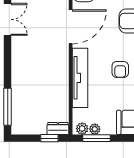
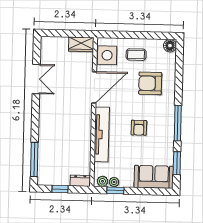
window: (49, 138) -> (60, 189), moved
window: (96, 138) -> (115, 190), width x0.67

